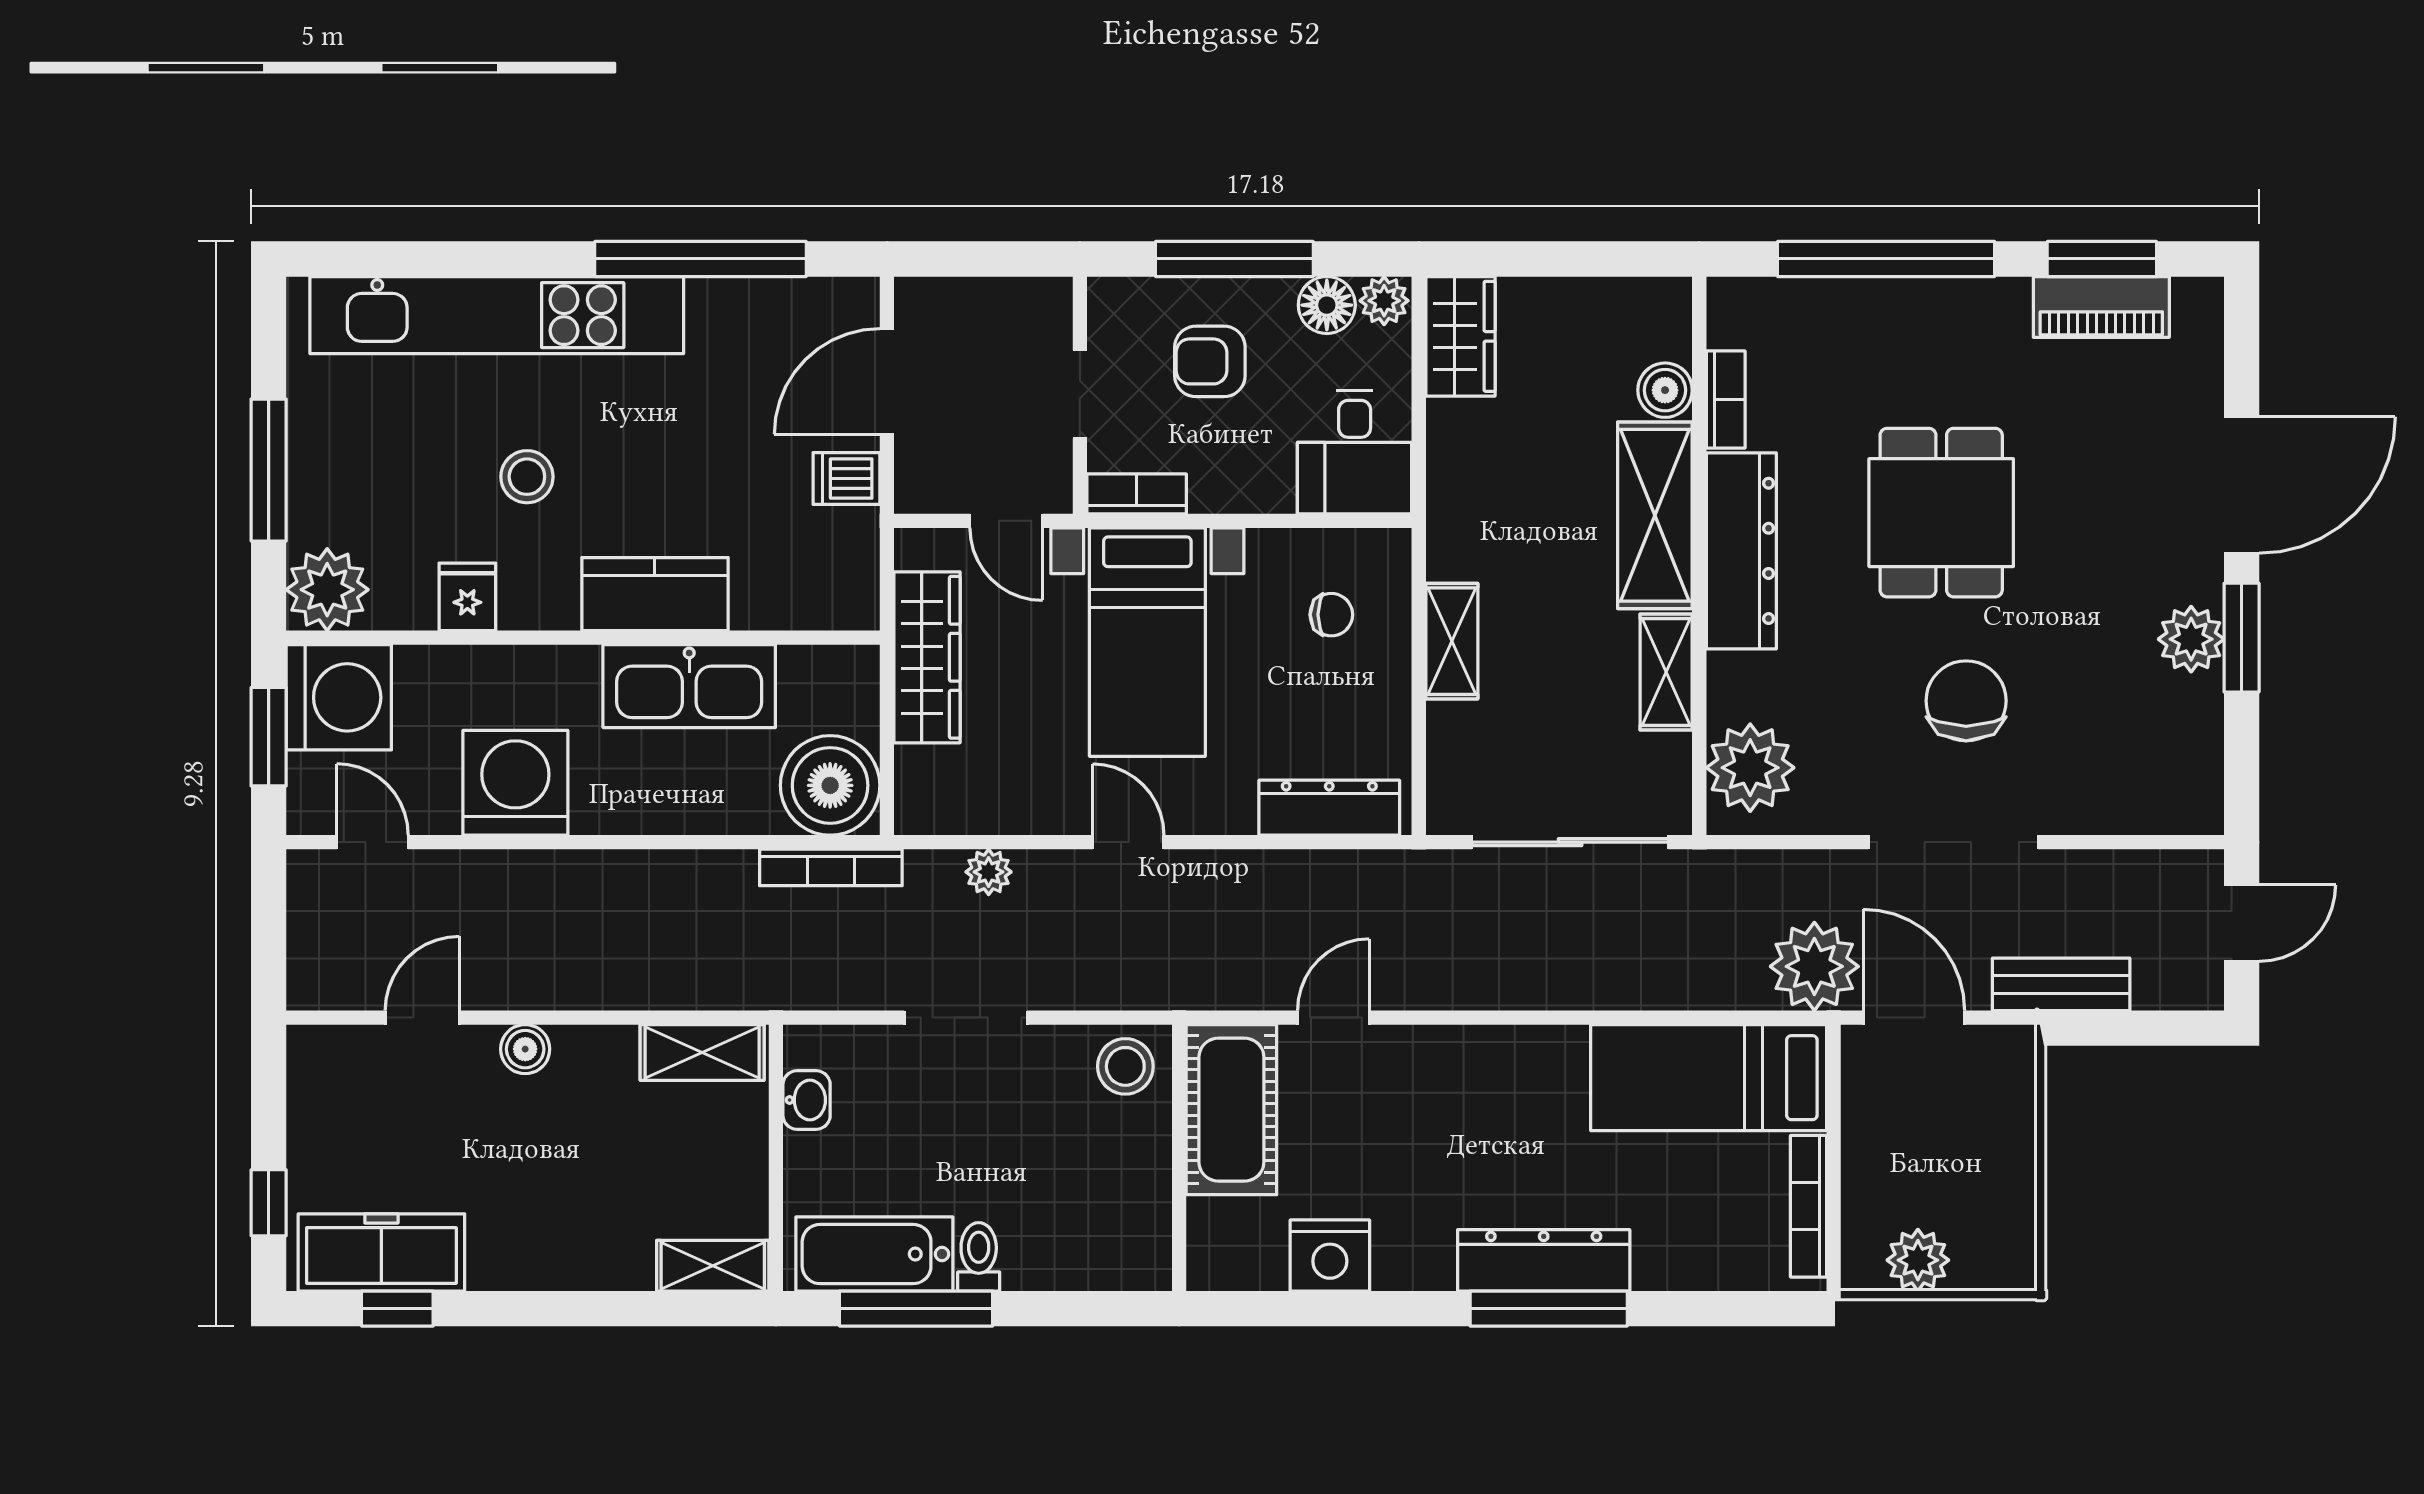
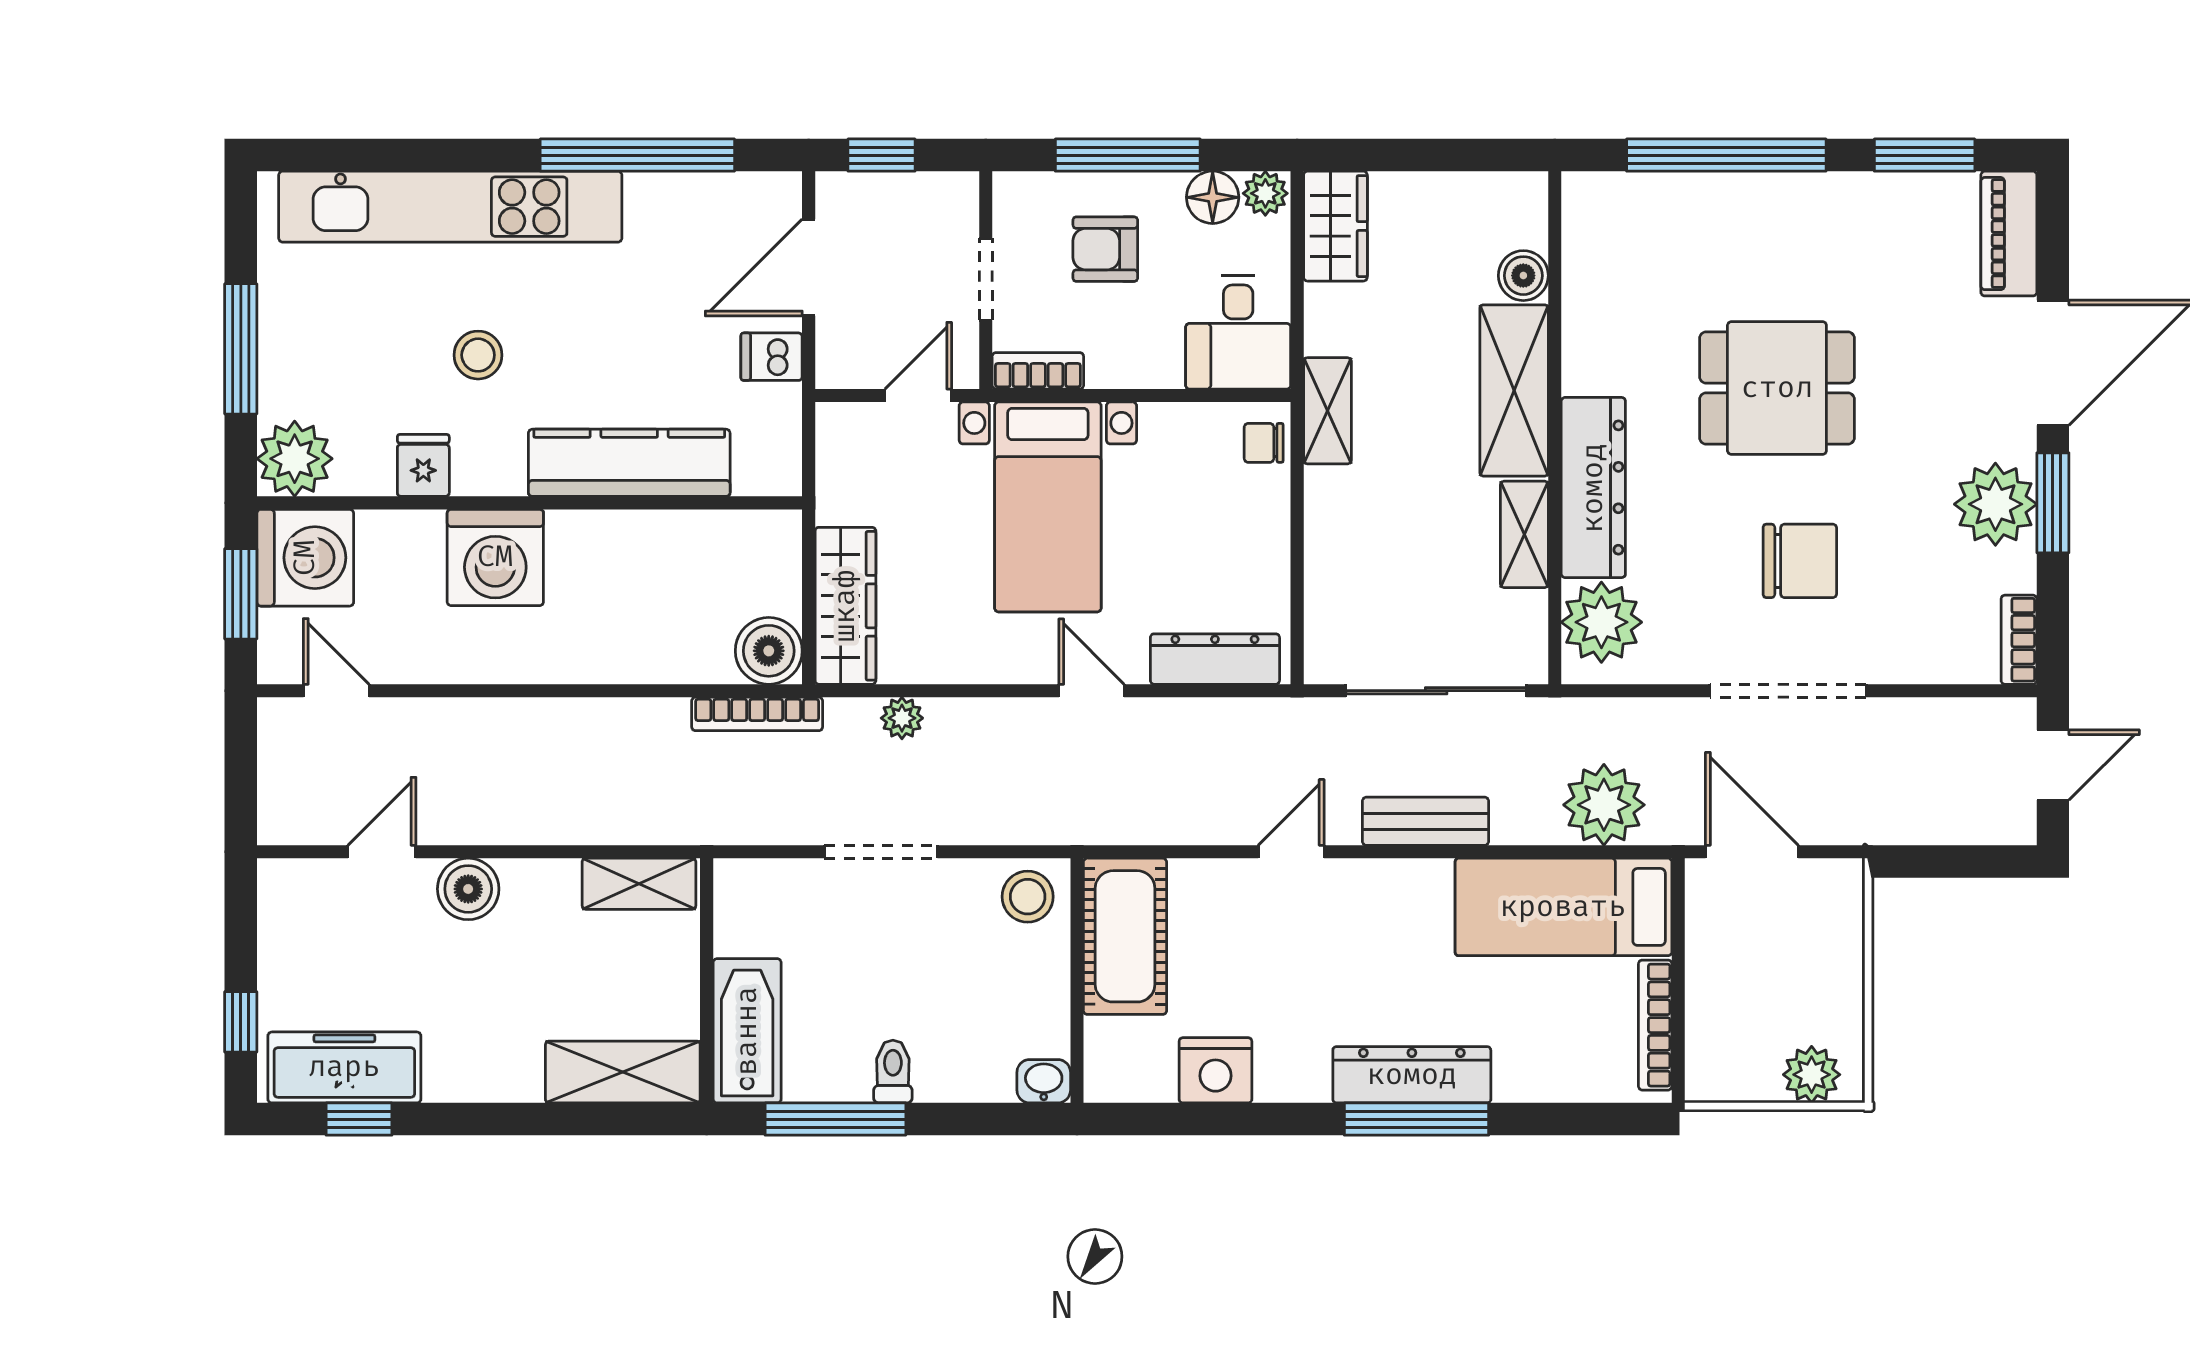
window: (966, 259) -> (881, 155), added
piano: (2101, 307) -> (2009, 234), moved, turned 90
bookcase: (1726, 400) -> (2019, 640), moved, turned 180
dining table: (1941, 513) -> (1777, 388), turned 90
door: (1006, 521) -> (918, 396), swing flipped
dresser: (1741, 551) -> (1593, 488), moved
kitchen counter: (655, 594) -> (629, 463), width x1.50
chair: (1331, 615) -> (1264, 443), moved, turned 180
plant: (2191, 639) -> (1995, 504), width x1.36, depth x1.36
shelving: (1452, 641) -> (1327, 411), moved
wardrobe: (927, 657) -> (845, 606), moved
kitchen sink: (689, 686) -> (627, 547), removed
chair: (1966, 701) -> (1800, 561), turned 90
washing machine: (515, 783) -> (495, 557), moved, turned 180
boiler: (830, 785) -> (769, 651), width x0.73, depth x0.73
door: (1128, 842) -> (1092, 691), moved
plant: (1814, 966) -> (1604, 805), moved
bench: (2061, 984) -> (1426, 821), moved
door: (1333, 1018) -> (1291, 852), moved
boiler: (525, 1049) -> (468, 889), width x1.36, depth x1.36
washbasin: (807, 1100) -> (1044, 1081), moved, turned -90
bathtub: (874, 1254) -> (747, 1031), moved, turned 90
plant: (1918, 1260) -> (1812, 1075), moved
shelving: (713, 1266) -> (623, 1072), width x1.50, depth x1.33

